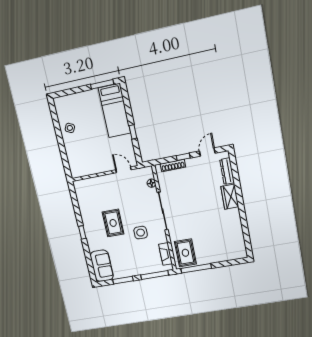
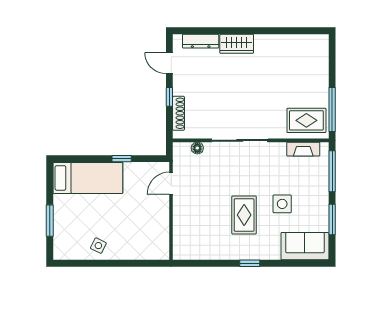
window: (102, 84) -> (50, 221), moved
rug: (113, 223) -> (244, 215), turned 90
side table: (141, 233) -> (282, 204), moved

